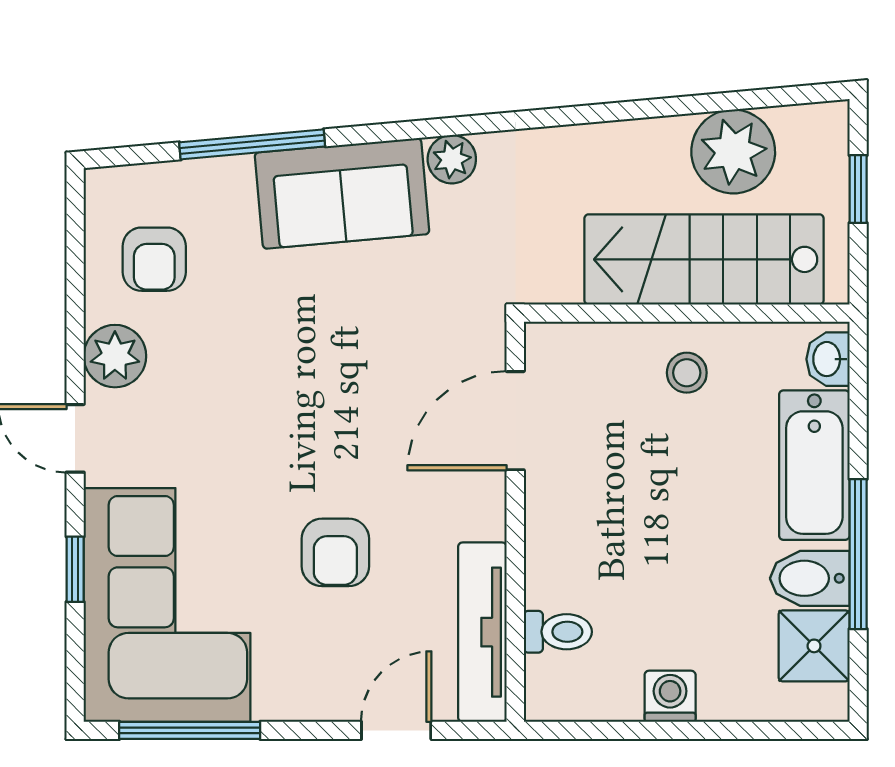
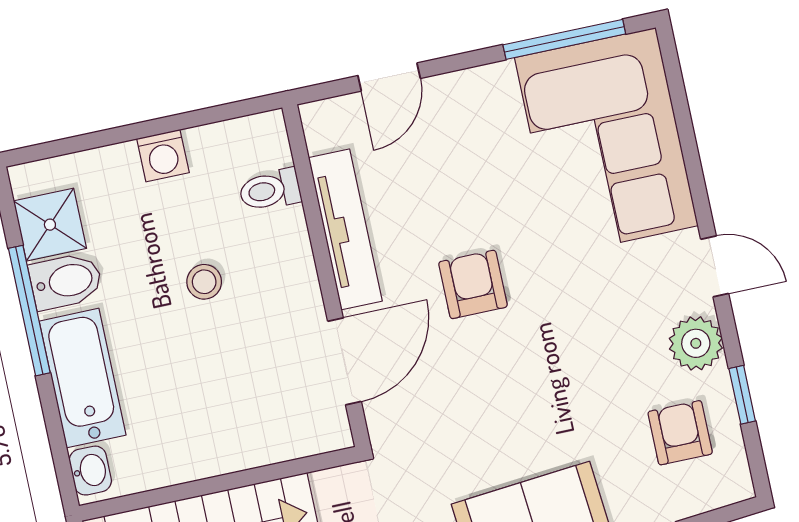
stool: (687, 373) -> (204, 282), moved
armchair: (335, 552) -> (473, 284), moved
window: (75, 569) -> (742, 395), moved
tv unit: (482, 632) -> (345, 229), moved

